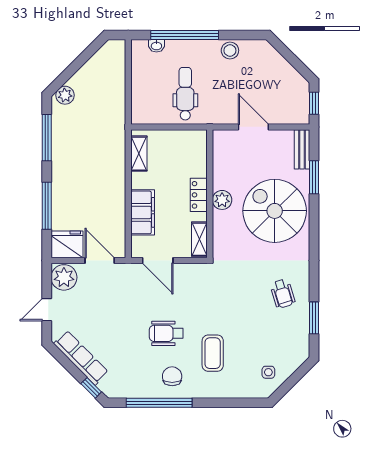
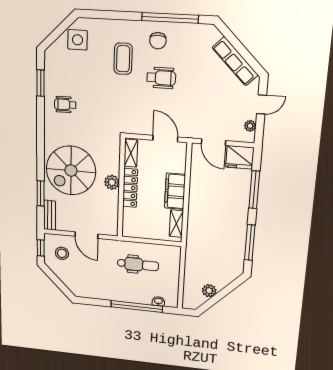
stool: (230, 50) -> (62, 253), moved
dental chair: (185, 94) -> (138, 265), turned -90
plant: (65, 95) -> (209, 291), moved
locker: (199, 195) -> (130, 188), width x1.53
spiral stairs: (275, 211) -> (71, 170), turned 90
filing cabinet: (143, 212) -> (175, 191), moved
plant: (64, 277) -> (250, 126), width x0.53, depth x0.53
wheelchair: (283, 294) -> (65, 105), turned -73
side table: (268, 372) -> (78, 40), width x1.87, depth x1.87
window: (91, 388) -> (228, 34), removed

